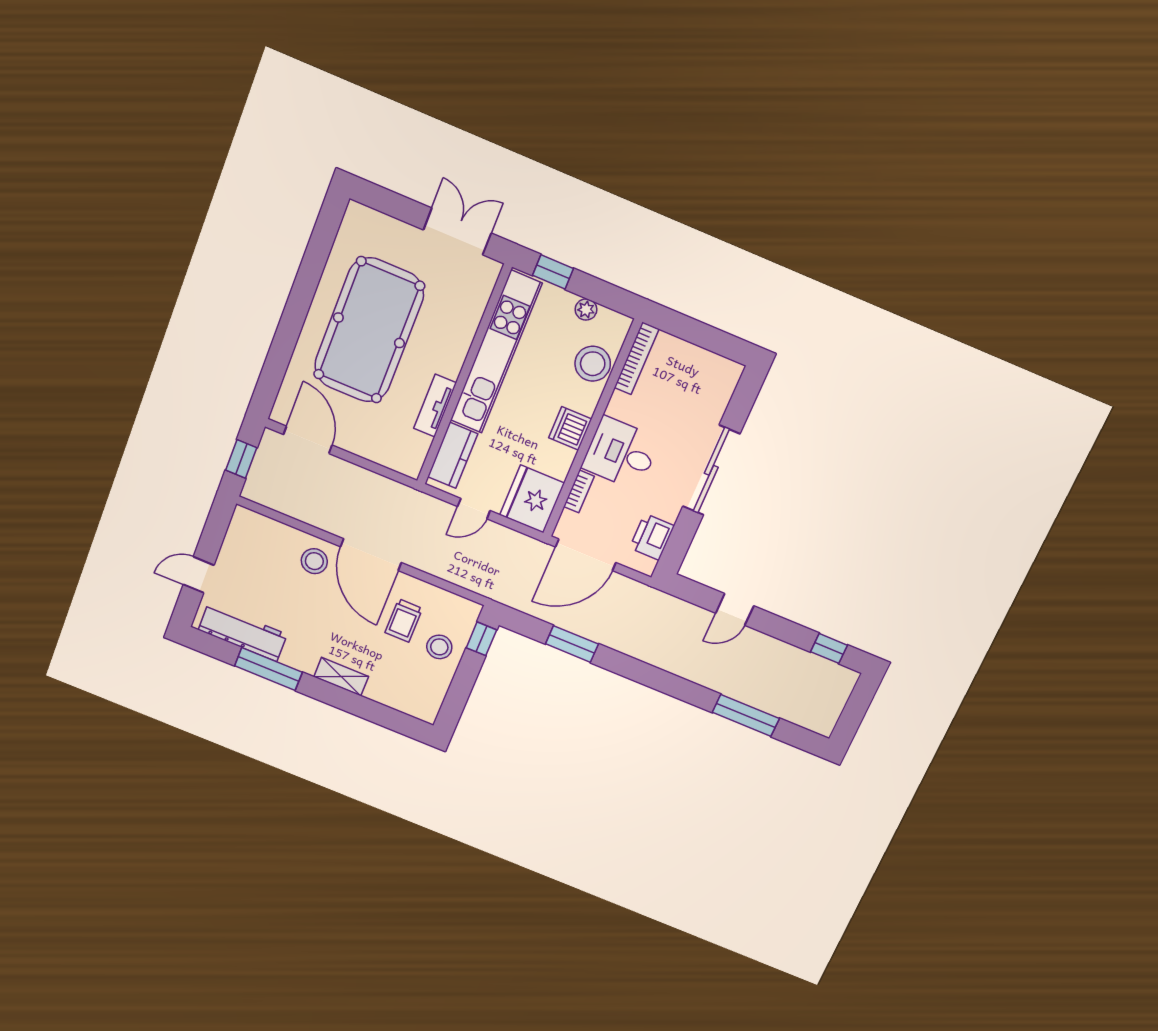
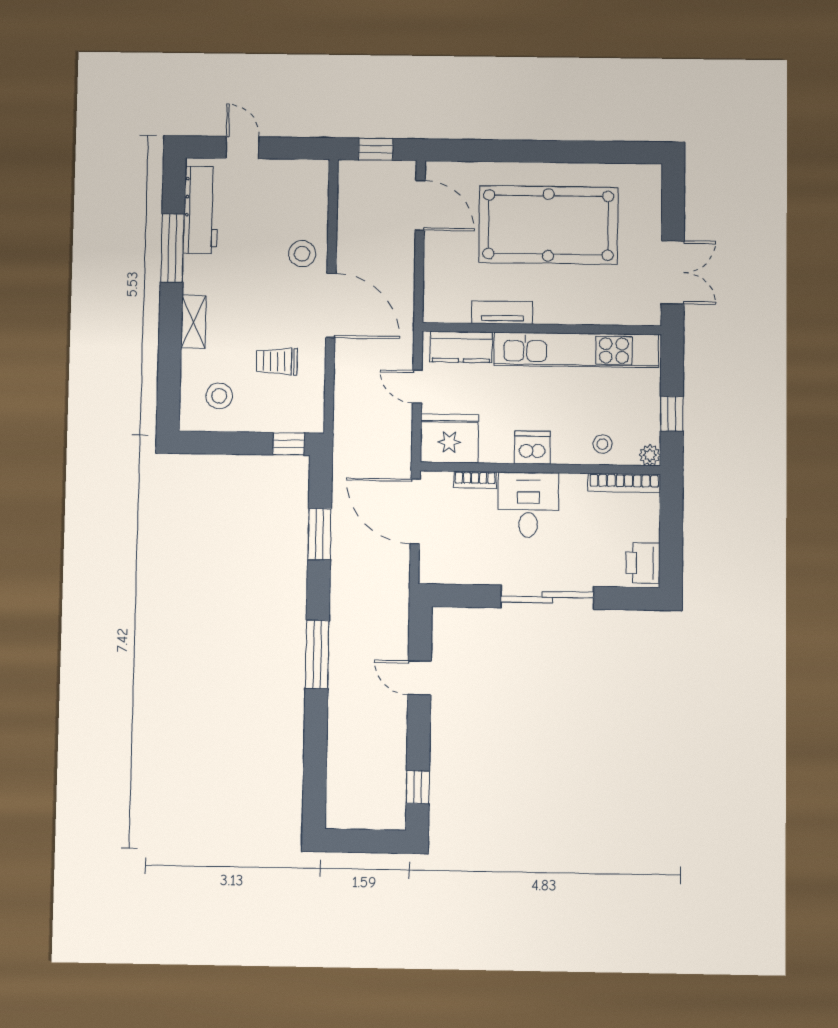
window: (553, 272) -> (672, 414), moved
plant: (586, 310) -> (650, 455), moved
stool: (593, 364) -> (602, 444), width x0.53, depth x0.53
door: (308, 440) -> (420, 205), hinge flipped
printer: (652, 537) -> (643, 563), moved, turned -90
door: (371, 555) -> (331, 305), swing flipped
stool: (439, 647) -> (219, 396), moved
window: (746, 715) -> (317, 654), moved

